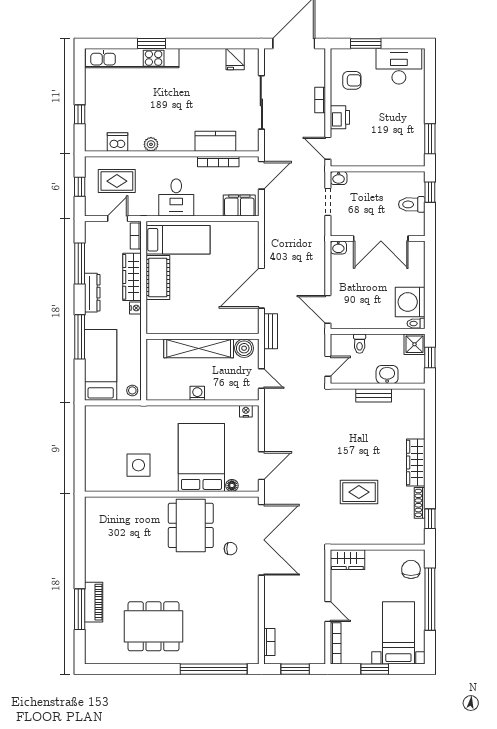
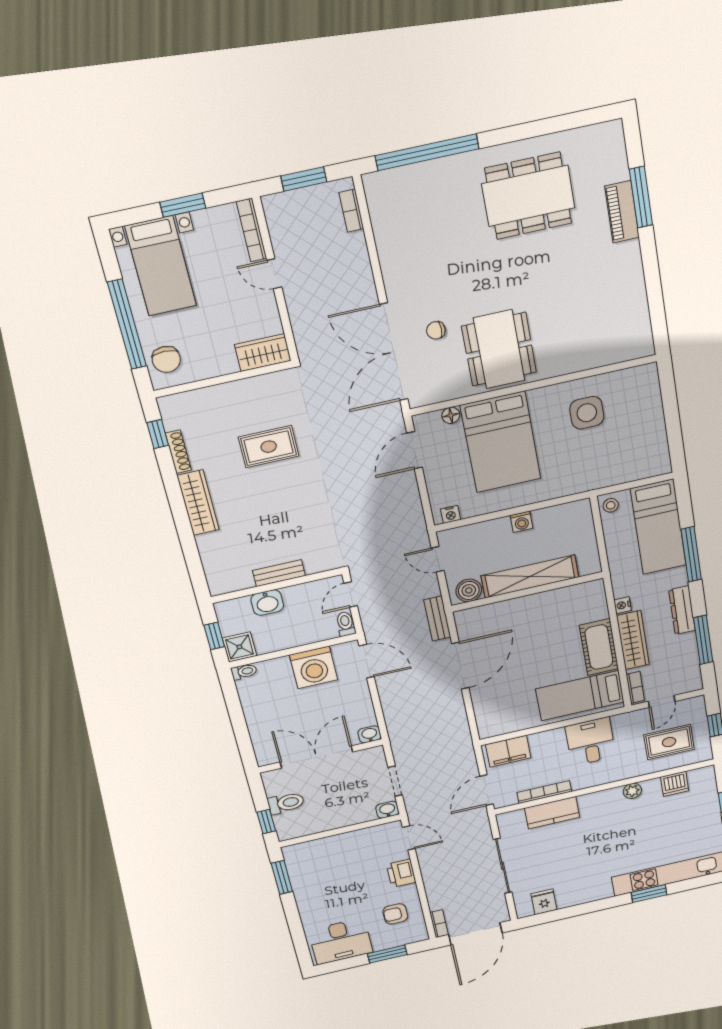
bookcase: (320, 100) -> (439, 924), moved
washing machine: (410, 302) -> (314, 667), moved, turned 90
toilet: (360, 344) -> (346, 624), moved

